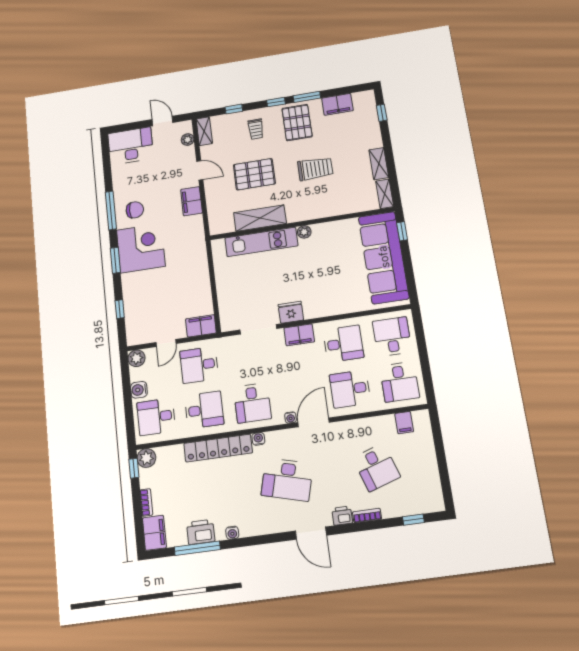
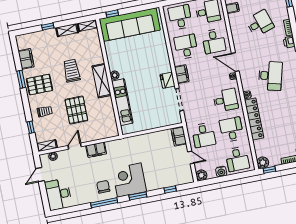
window: (276, 102) -> (25, 99), removed
window: (382, 113) -> (48, 27), moved
shelving: (260, 218) -> (102, 81), moved
desk: (392, 337) -> (180, 17), turned 90

